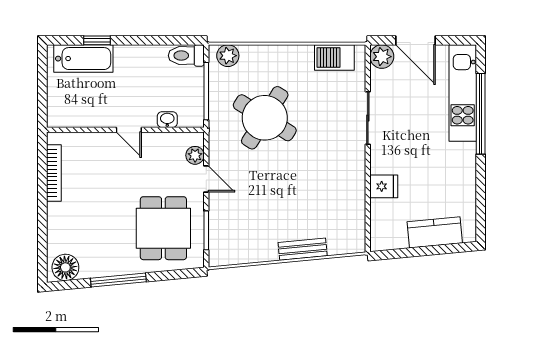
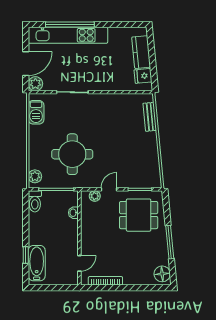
kitchen unit: (463, 93) -> (68, 35), width x1.36
round table: (265, 118) -> (72, 154), turned -32
door: (129, 130) -> (79, 263), moved
fridge: (384, 186) -> (143, 76), moved, turned -95
bench: (303, 249) -> (150, 117), moved

